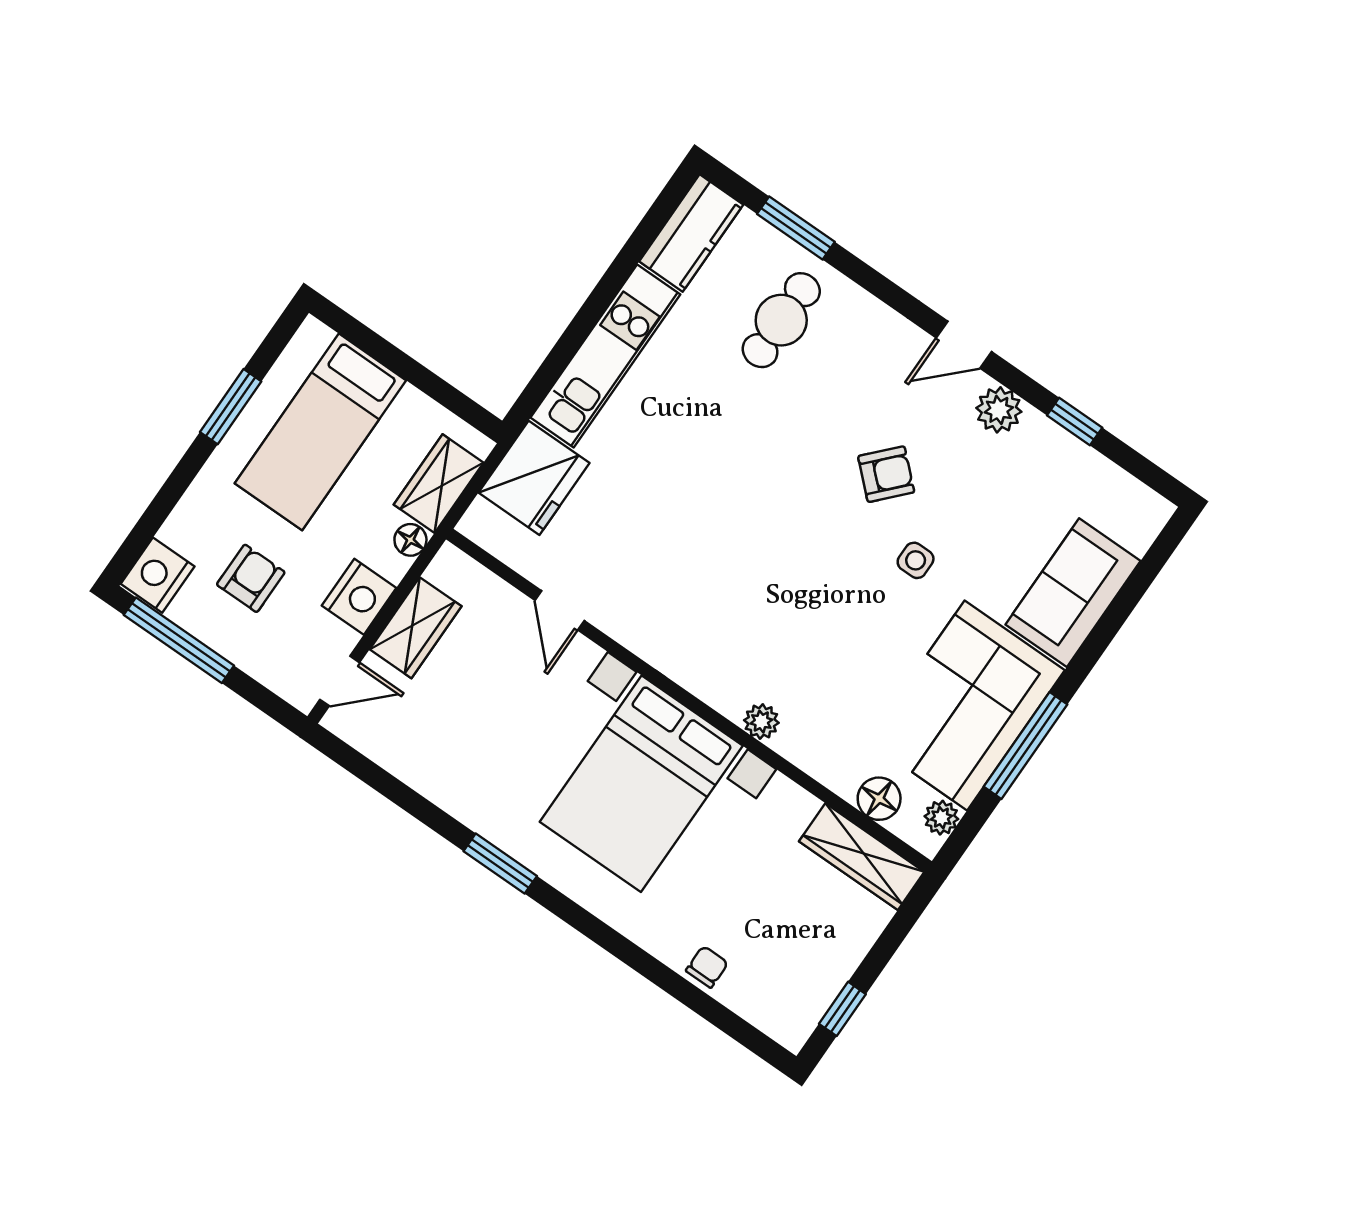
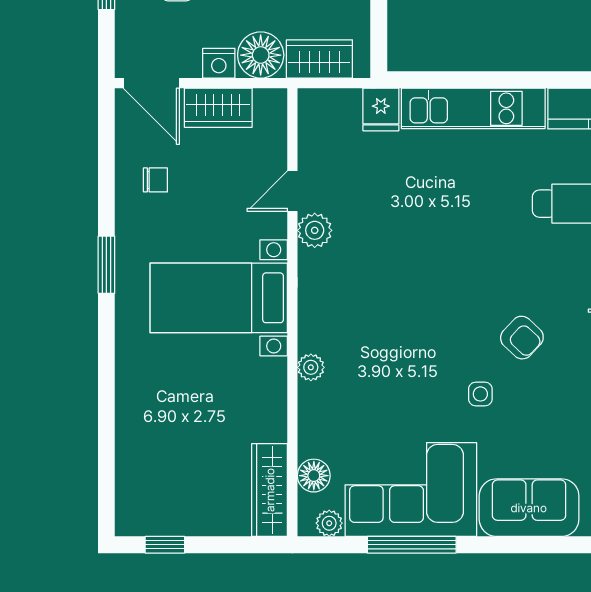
fridge: (534, 478) -> (381, 109), width x0.53, depth x0.75
floor lamp: (410, 540) -> (261, 55), width x1.89, depth x1.89
nightstand: (359, 597) -> (219, 63), width x0.74, depth x0.75
plant: (618, 616) -> (315, 230), added
door: (340, 681) -> (151, 83), width x1.38
bed with nightstands: (641, 784) -> (219, 298), width x0.73
chair: (707, 967) -> (155, 180), moved

